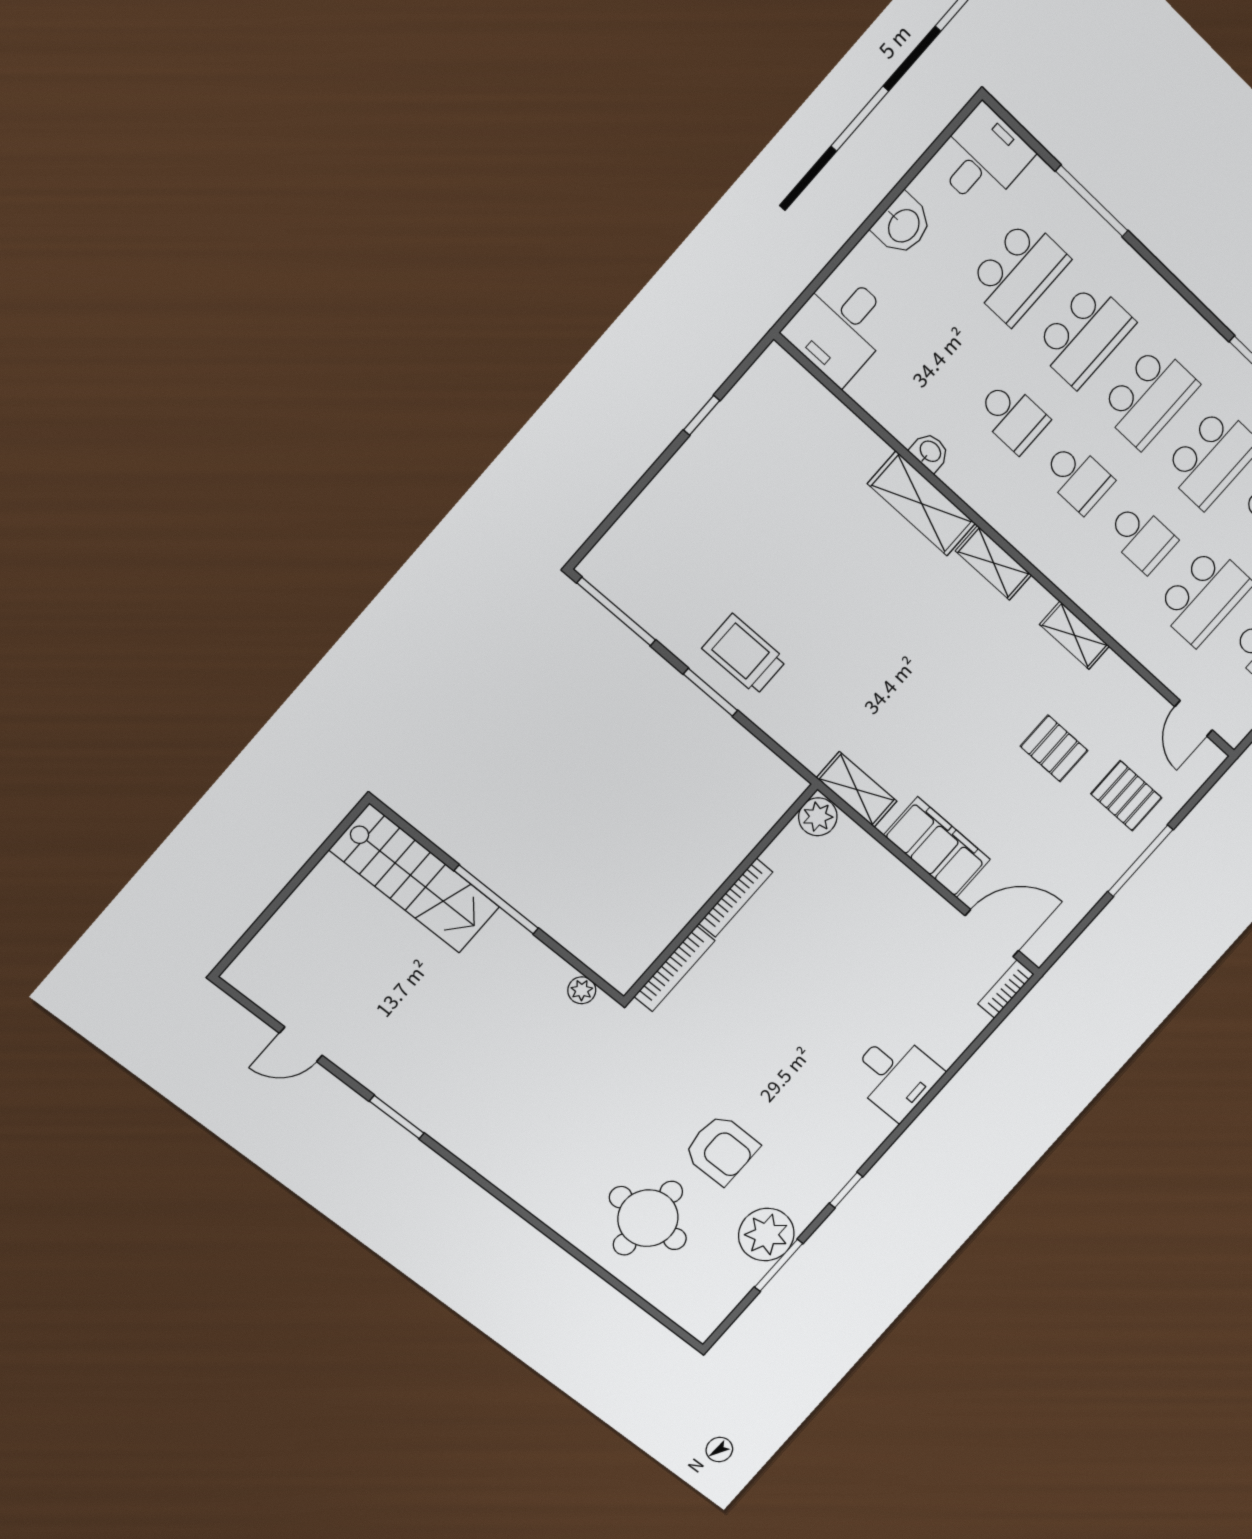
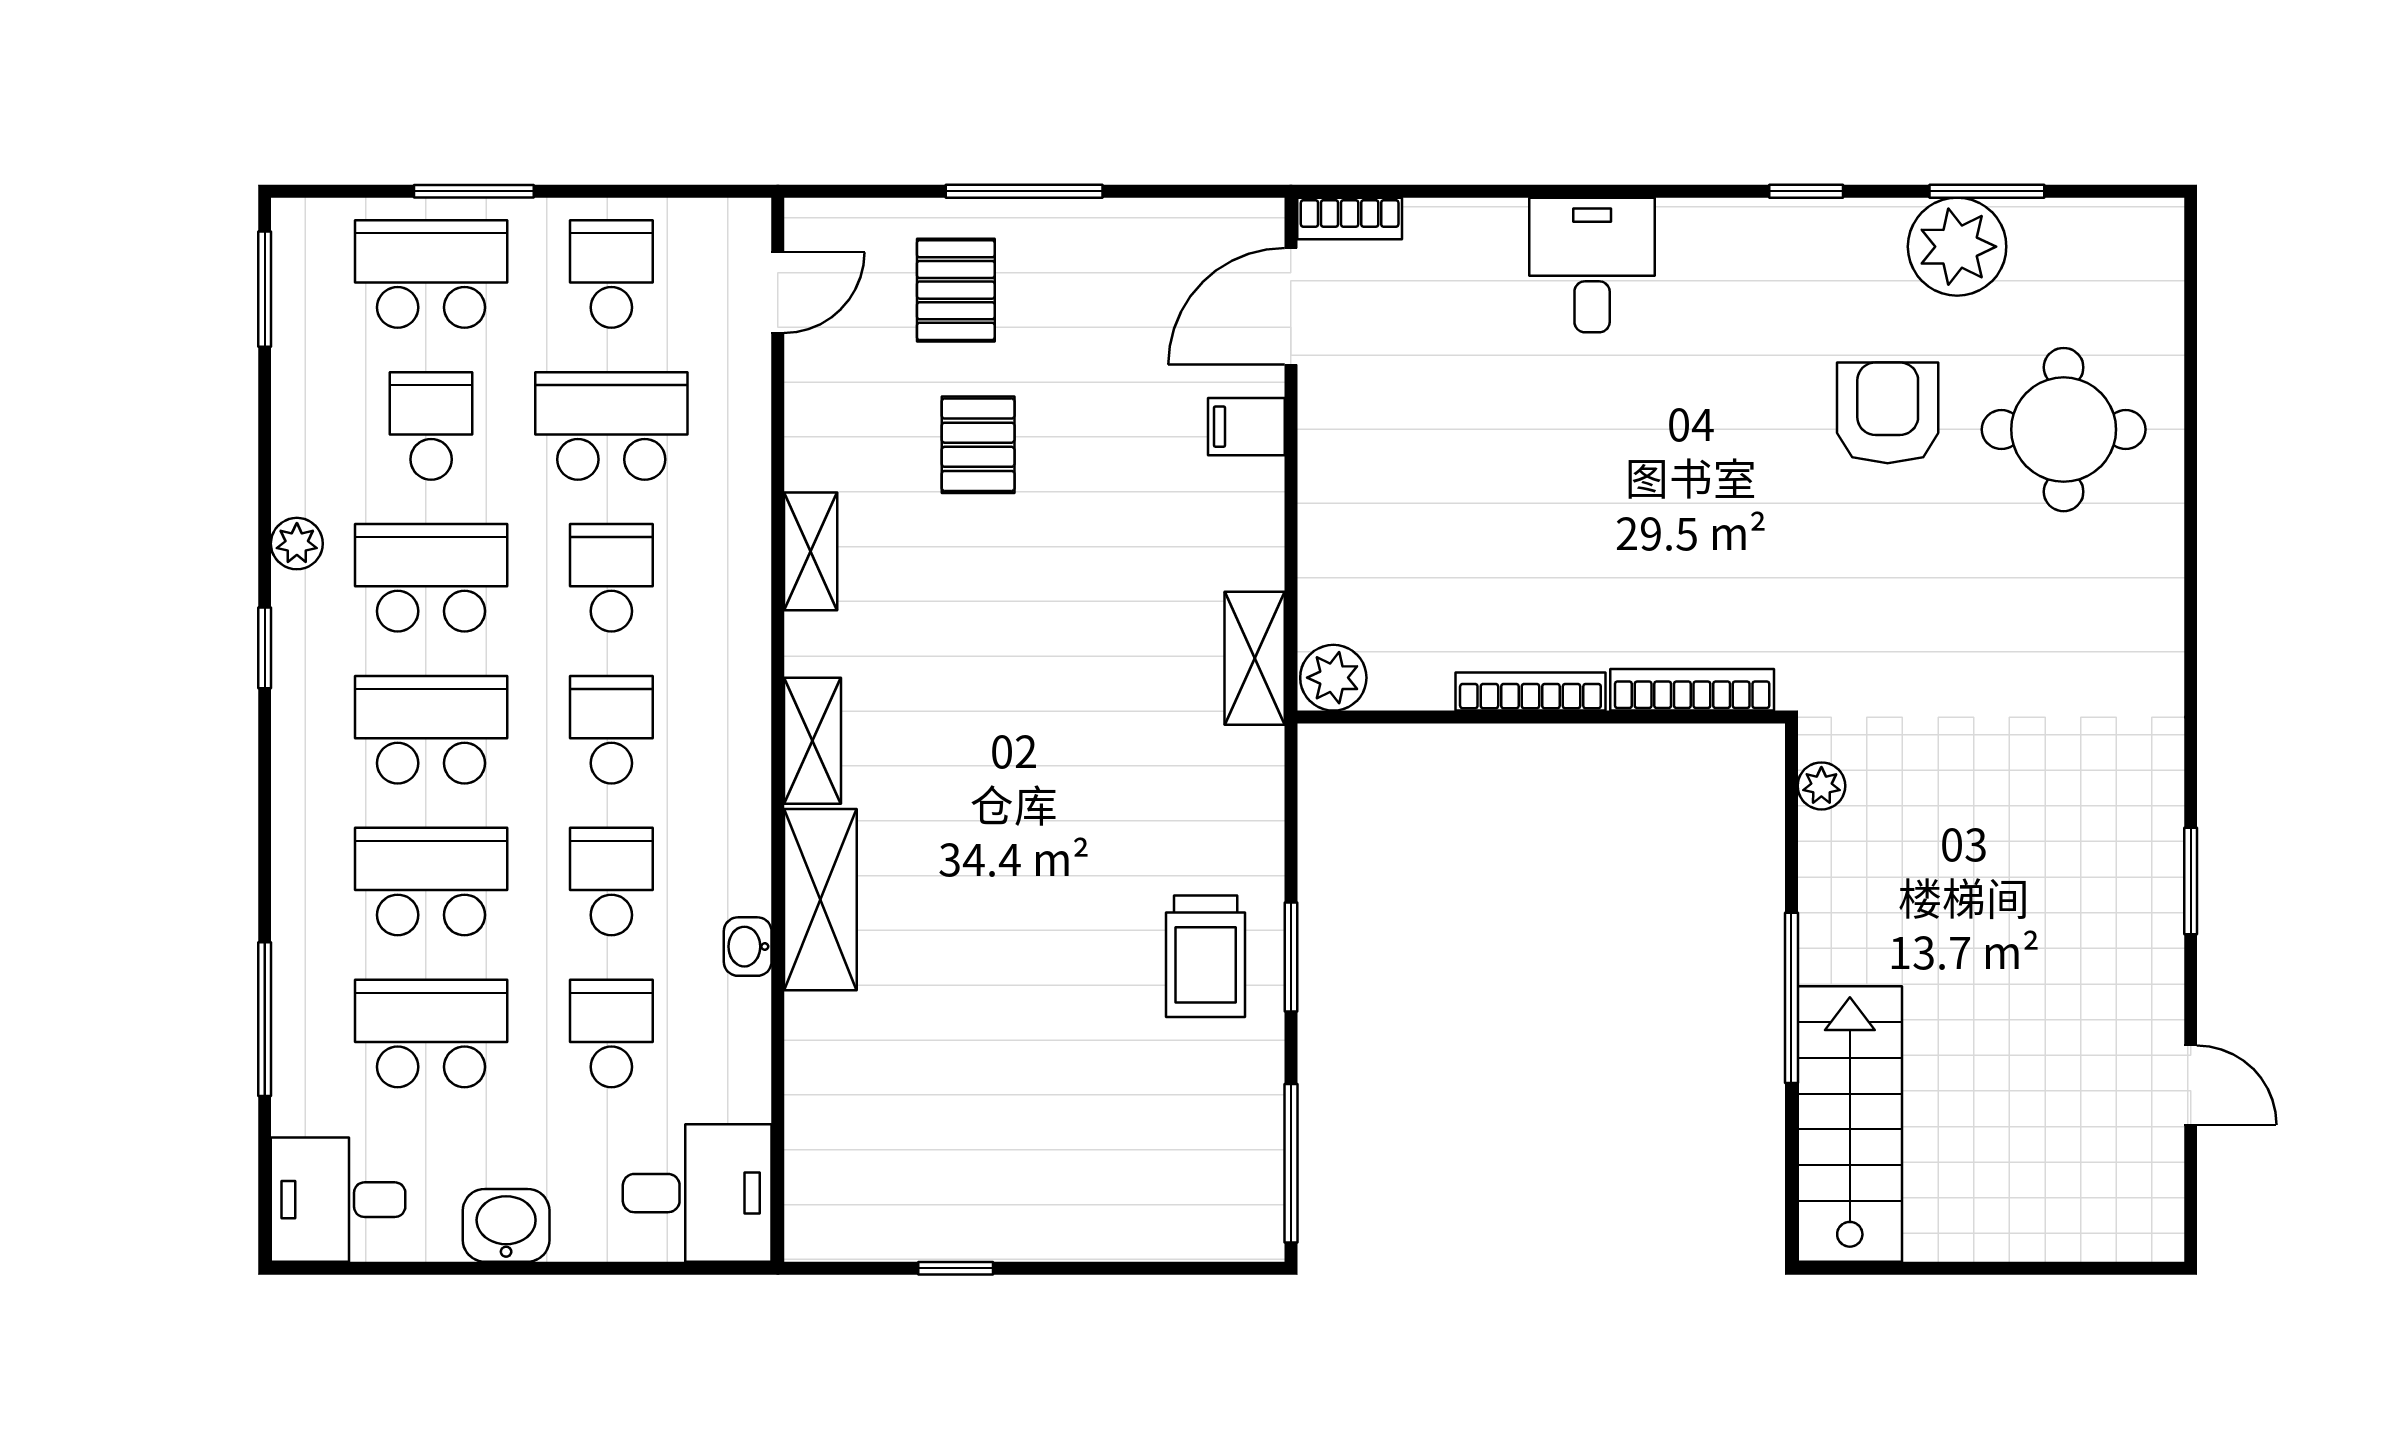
school desk: (946, 354) -> (611, 1033), added
filing cabinet: (937, 847) -> (1246, 427), width x0.33, depth x0.86
door: (992, 933) -> (1291, 306), hinge flipped

